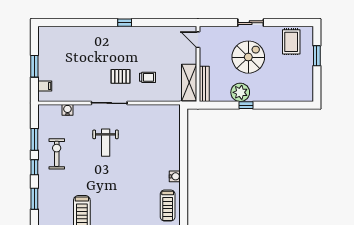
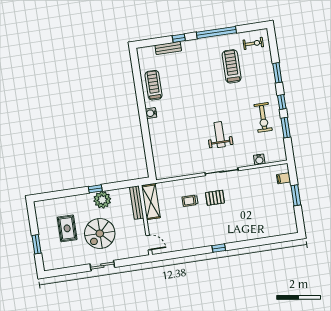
rug: (291, 42) -> (67, 228), moved

